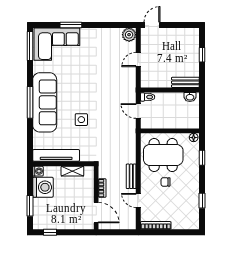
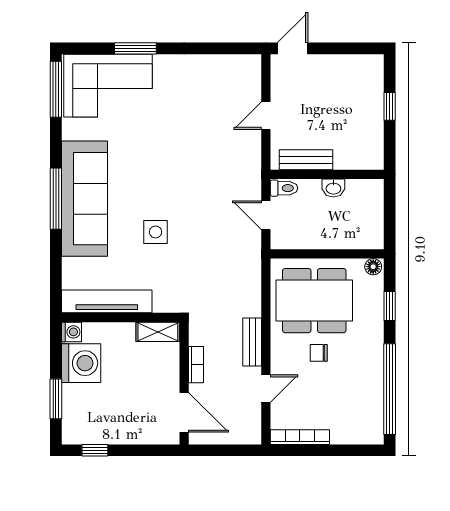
plant: (129, 35) -> (248, 67), removed
bench: (185, 82) -> (306, 160), moved
washbasin: (190, 97) -> (333, 188), moved
shelving: (72, 171) -> (158, 332), moved
door: (138, 200) -> (266, 389), swing flipped
window: (202, 201) -> (390, 389), width x3.17

